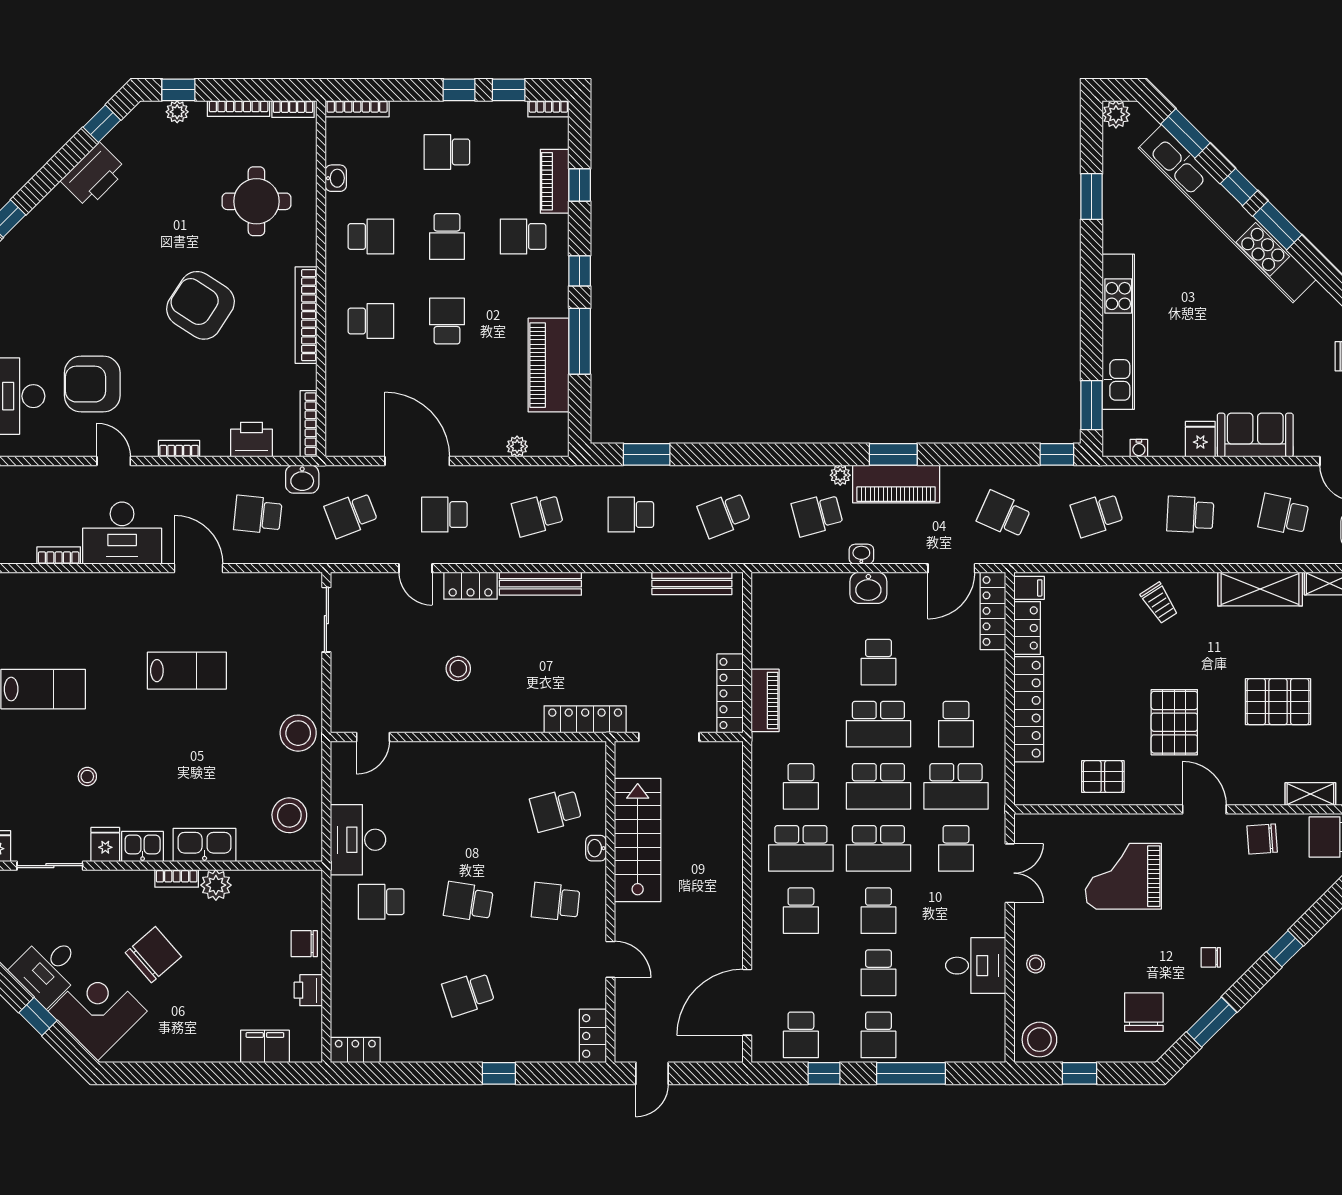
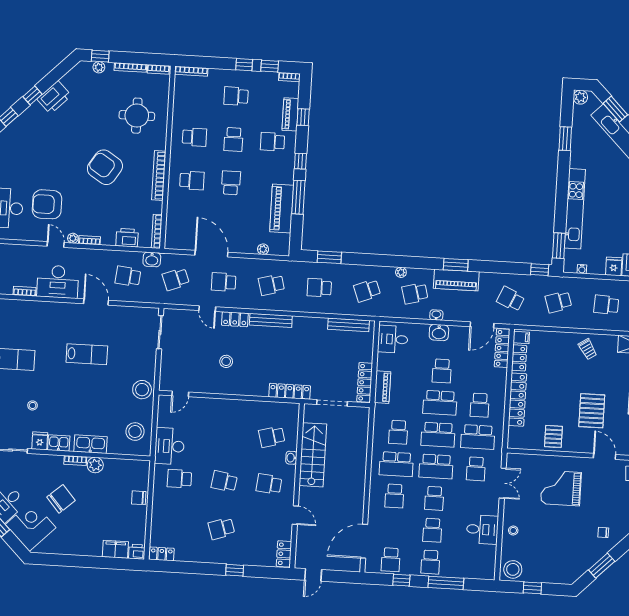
window: (102, 124) -> (33, 95), moved
washbasin: (336, 178) -> (178, 106), removed
plant: (146, 447) -> (73, 238), added
plant: (840, 475) -> (401, 272), moved
desk: (780, 606) -> (393, 339), added
pallet: (1103, 777) -> (553, 436), turned 90
printer: (308, 990) -> (137, 552), moved, turned 90
chair: (1144, 1012) -> (567, 559), removed

